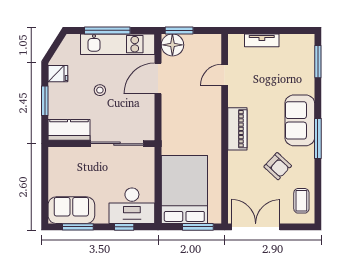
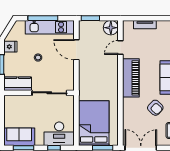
floor lamp: (172, 45) -> (111, 28), moved
door: (158, 78) -> (76, 50), hinge flipped
piano: (237, 129) -> (131, 78), width x1.37, depth x1.33

